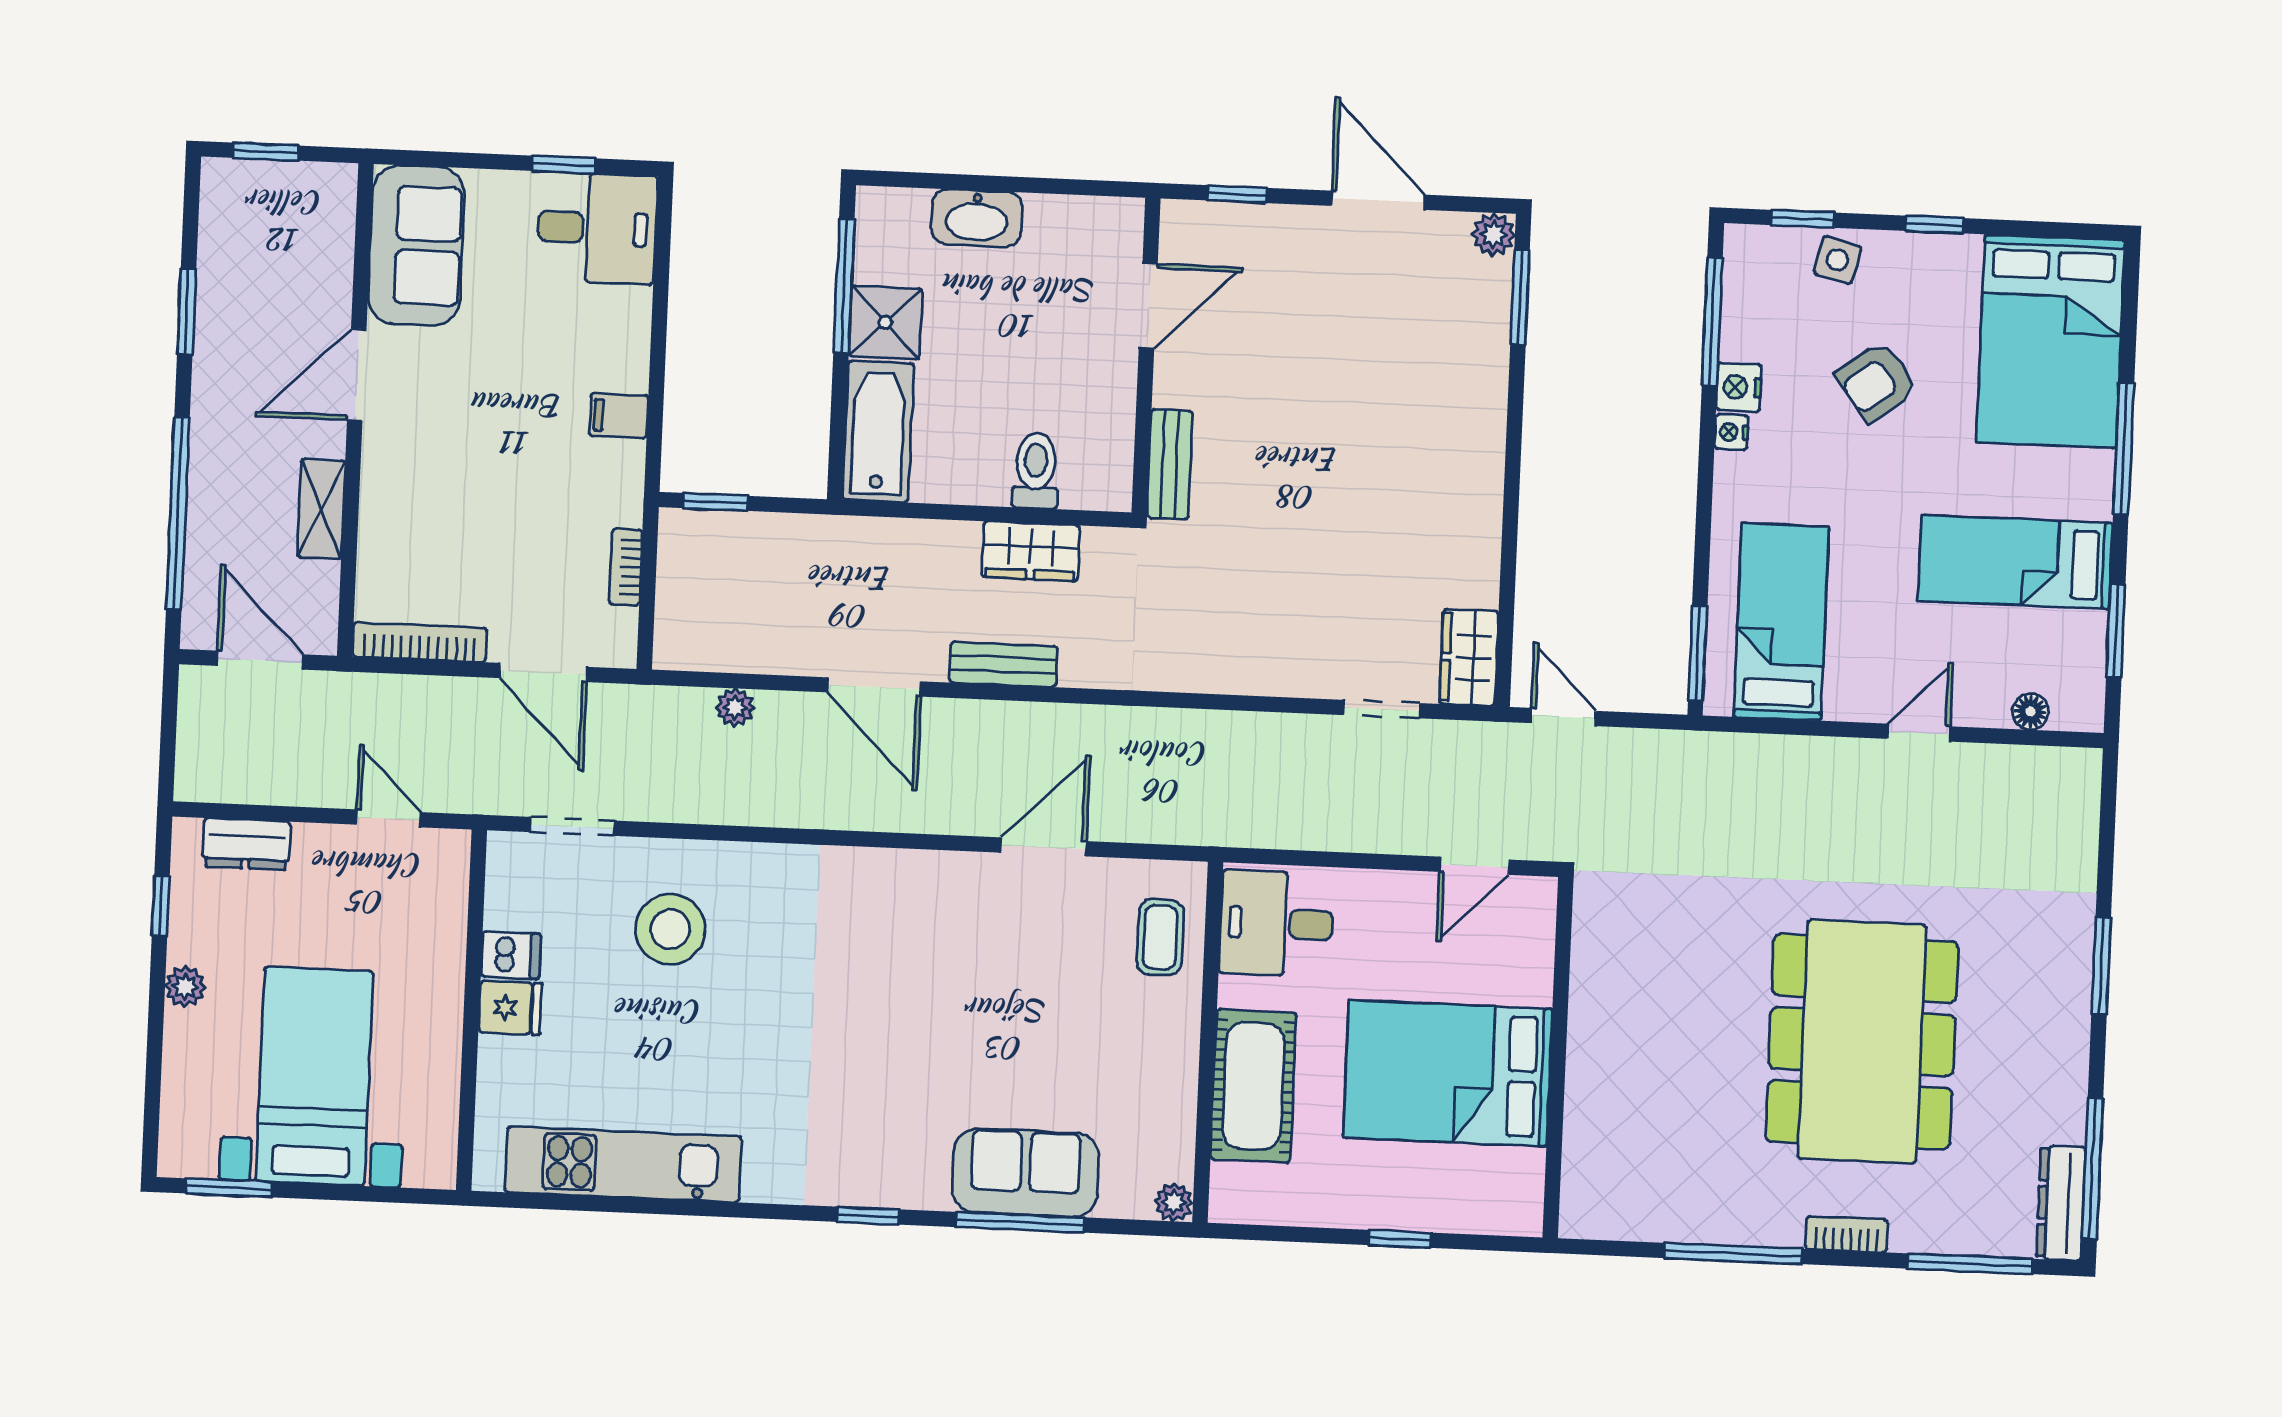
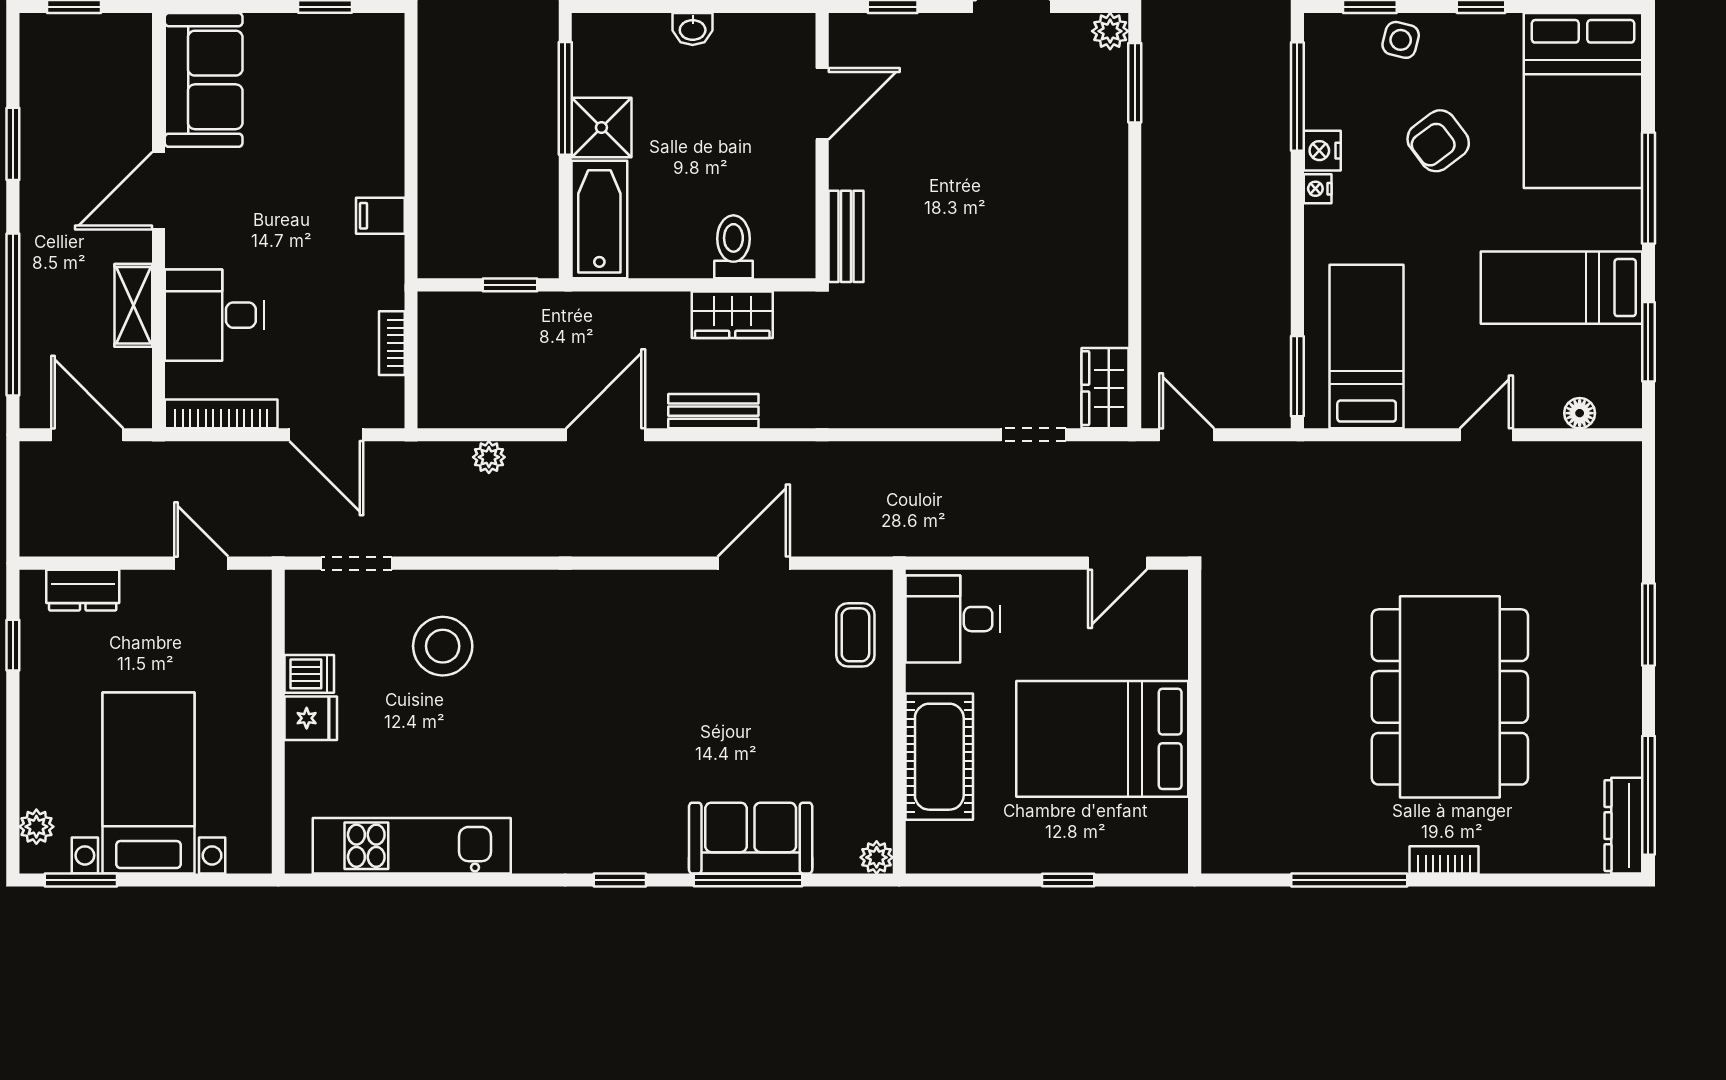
washbasin: (977, 218) -> (693, 29), width x0.52, depth x0.69
desk: (597, 228) -> (214, 315), moved, turned 180
window: (716, 502) -> (510, 285), moved
door: (874, 687) -> (606, 435), swing flipped
plant: (185, 987) -> (36, 827), moved
window: (1970, 1264) -> (1549, 880), removed

